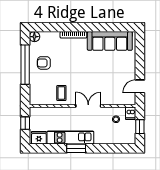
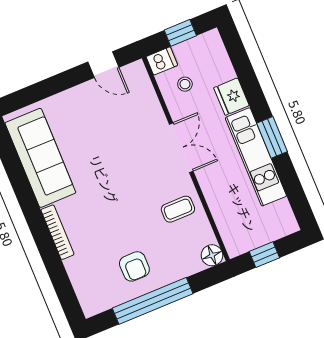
floor lamp: (34, 37) -> (212, 255), moved
double door: (88, 106) -> (181, 148), swing flipped
fridge: (39, 138) -> (231, 97), moved

